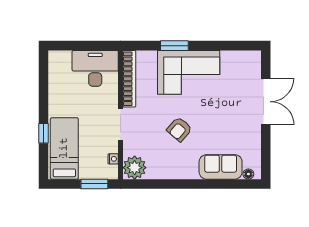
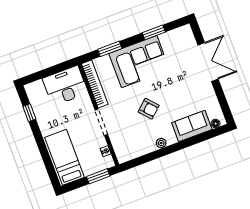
window: (174, 46) -> (110, 49), moved
window: (217, 46) -> (154, 32), added
armchair: (179, 129) -> (149, 109), turned -83
window: (44, 133) -> (29, 113), moved
plant: (135, 168) -> (161, 143), moved, width x0.53, depth x0.53

